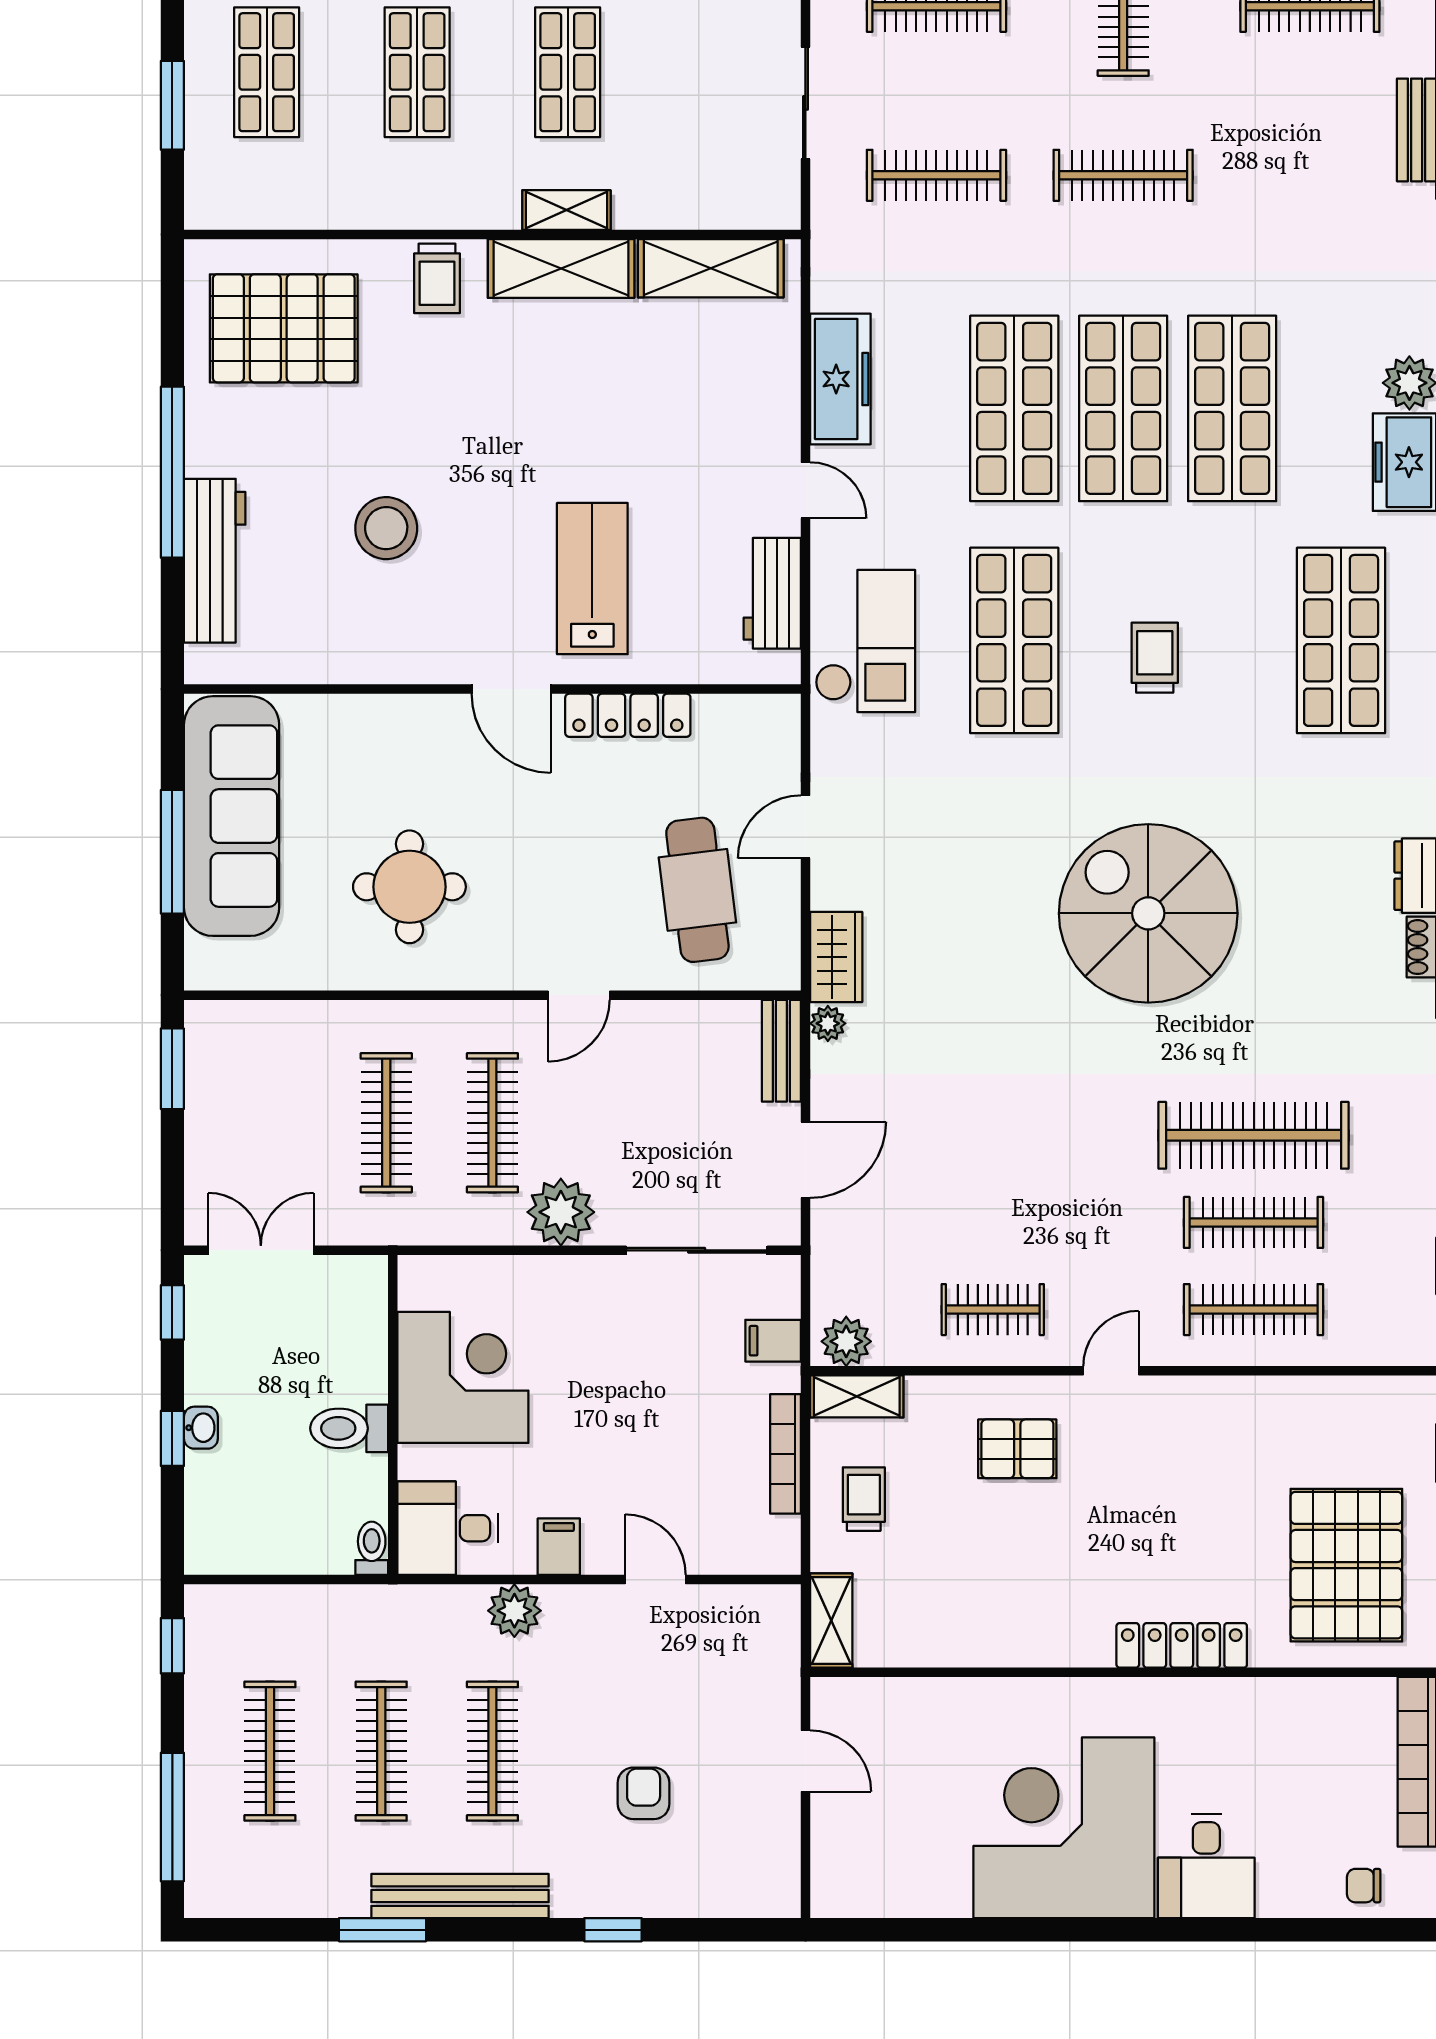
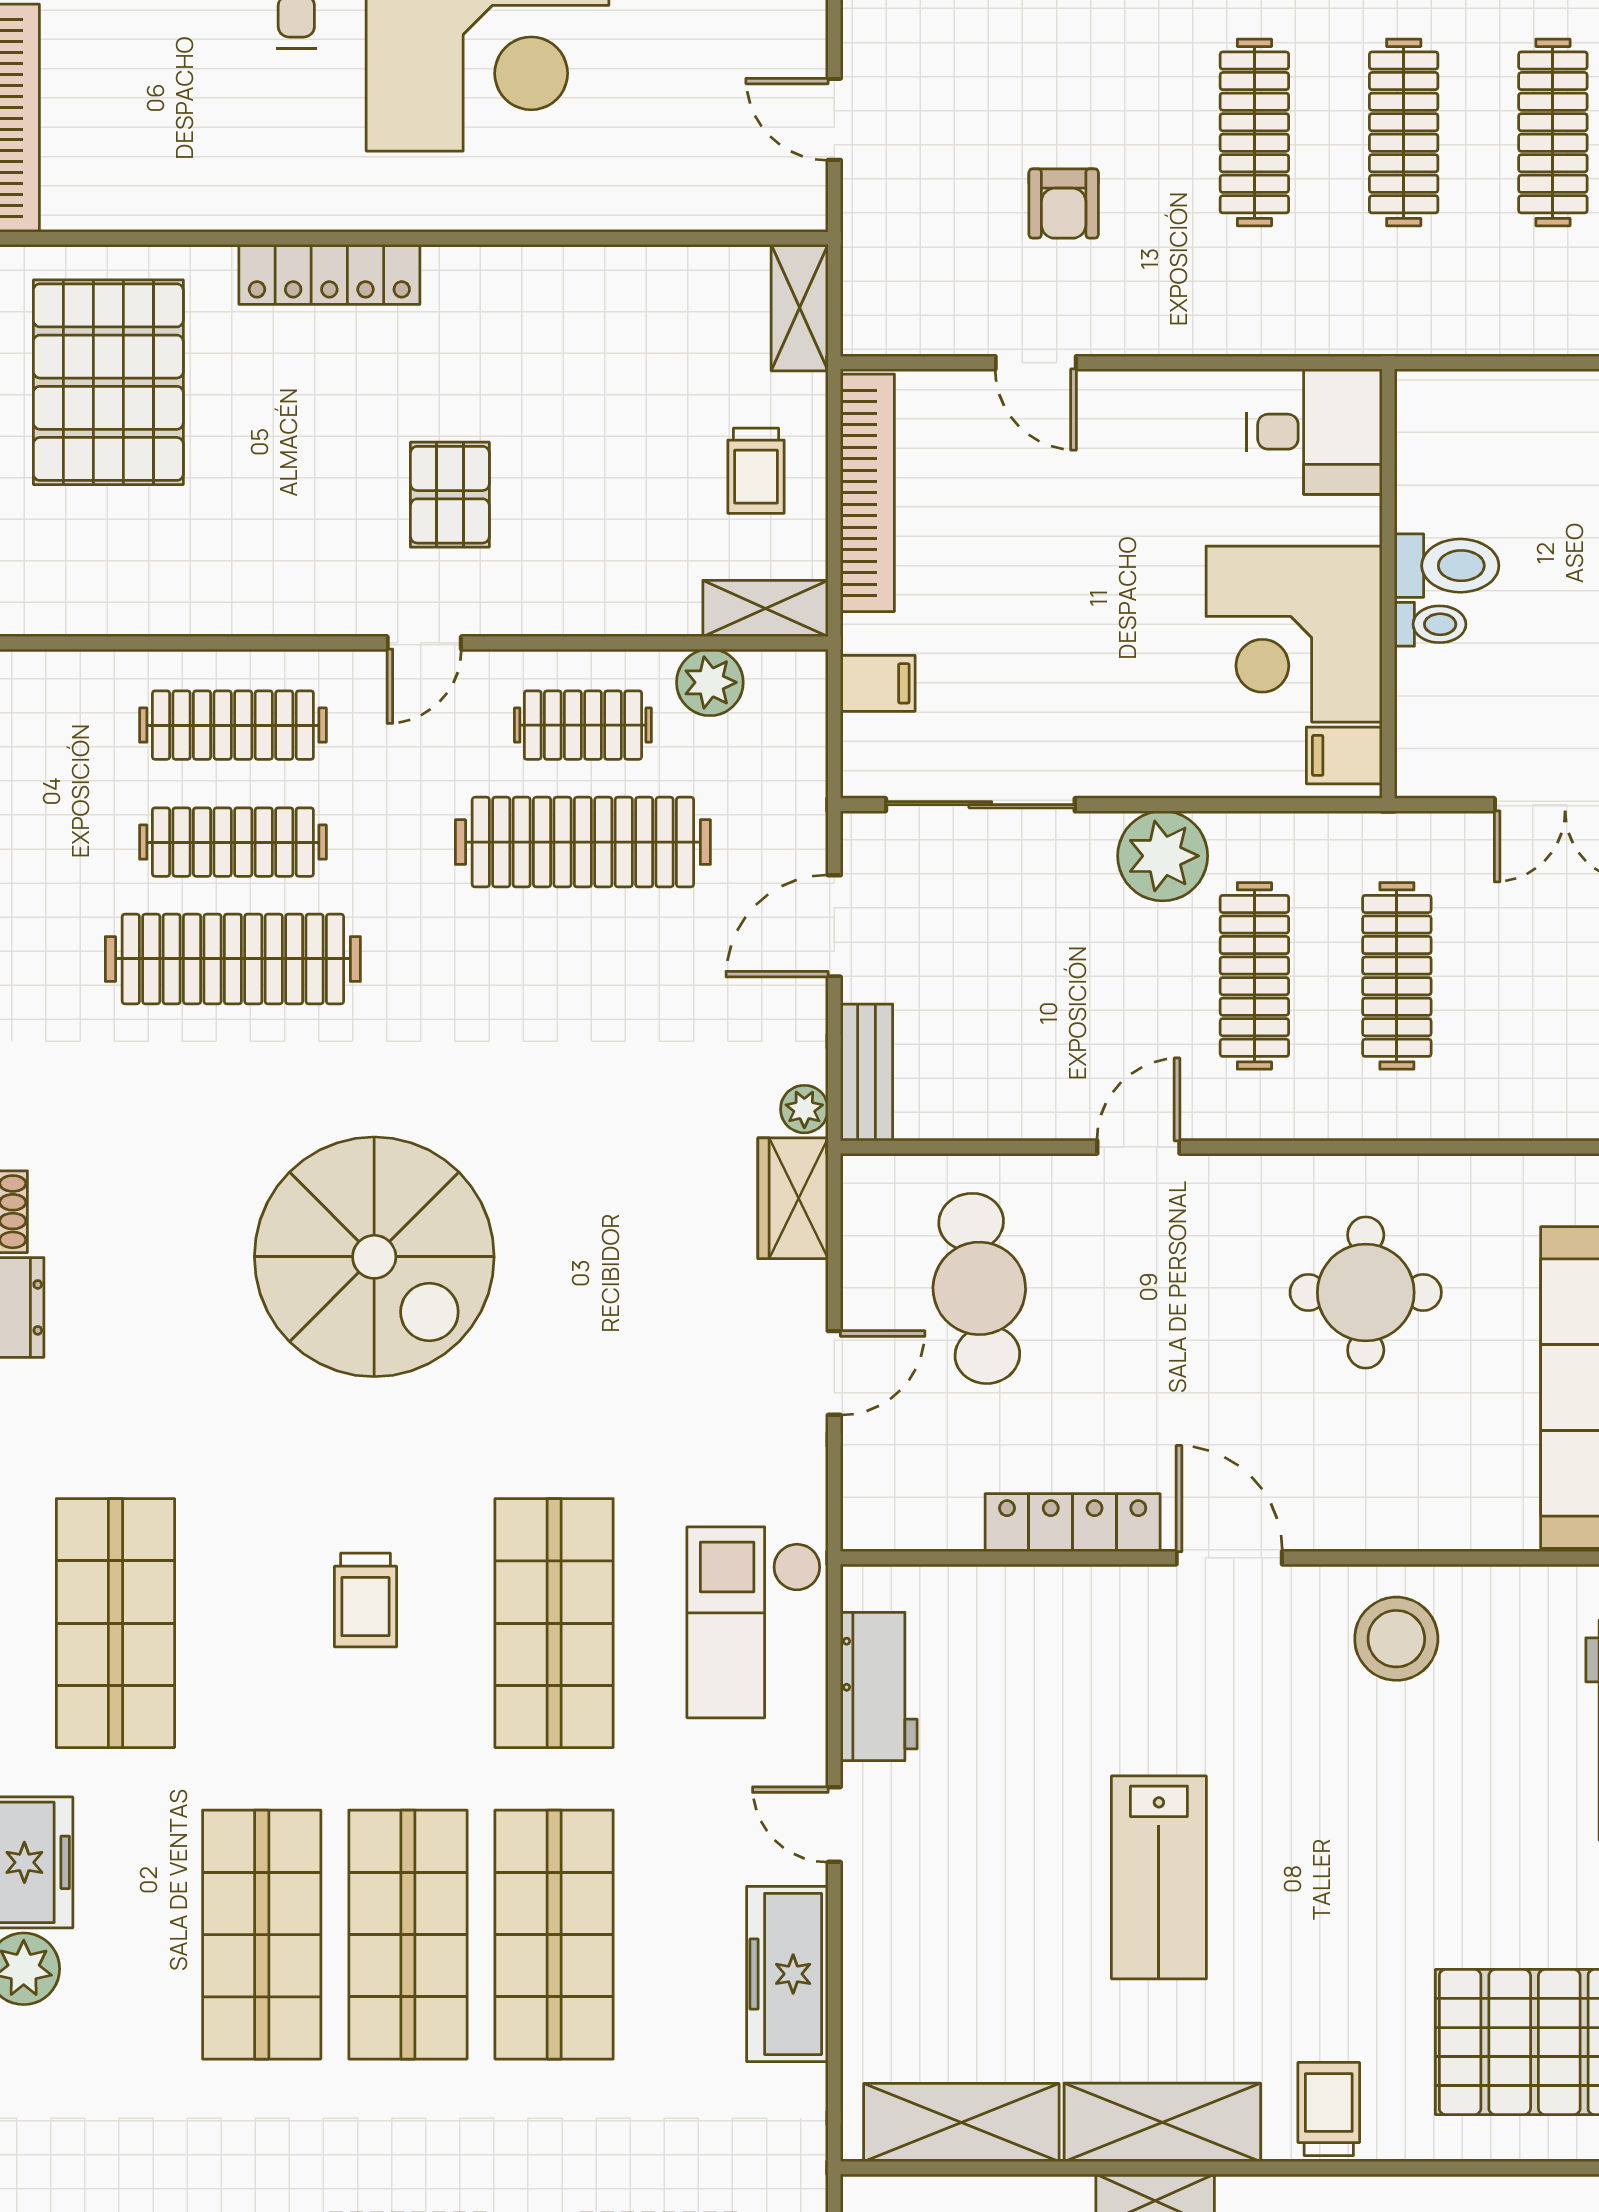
stool: (386, 528) -> (1396, 1639), moved
lab bench: (592, 579) -> (1159, 1877), moved
clothes rail: (993, 1222) -> (583, 842), added
plant: (846, 1341) -> (710, 682), moved
pallet: (1017, 1449) -> (450, 495), moved, turned 90
bookcase: (786, 1454) -> (867, 493), width x1.48, depth x1.31
filing cabinet: (559, 1547) -> (1344, 755), moved, turned 90
toilet: (372, 1548) -> (1430, 624), moved, turned -90
plant: (514, 1611) -> (1225, 321), removed
armchair: (644, 1793) -> (1064, 203), moved

